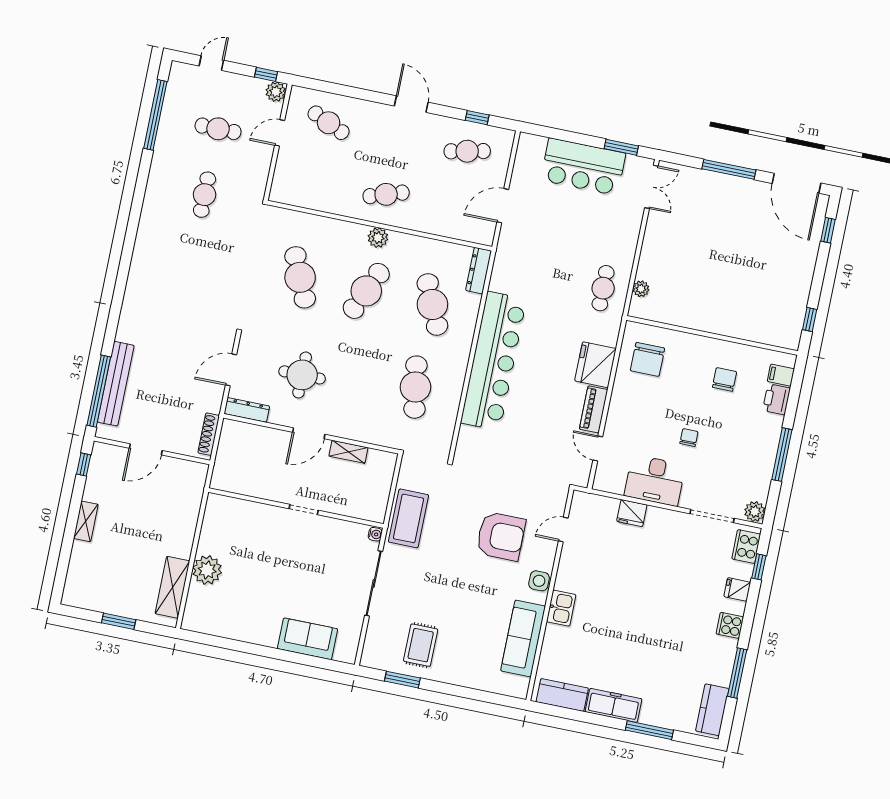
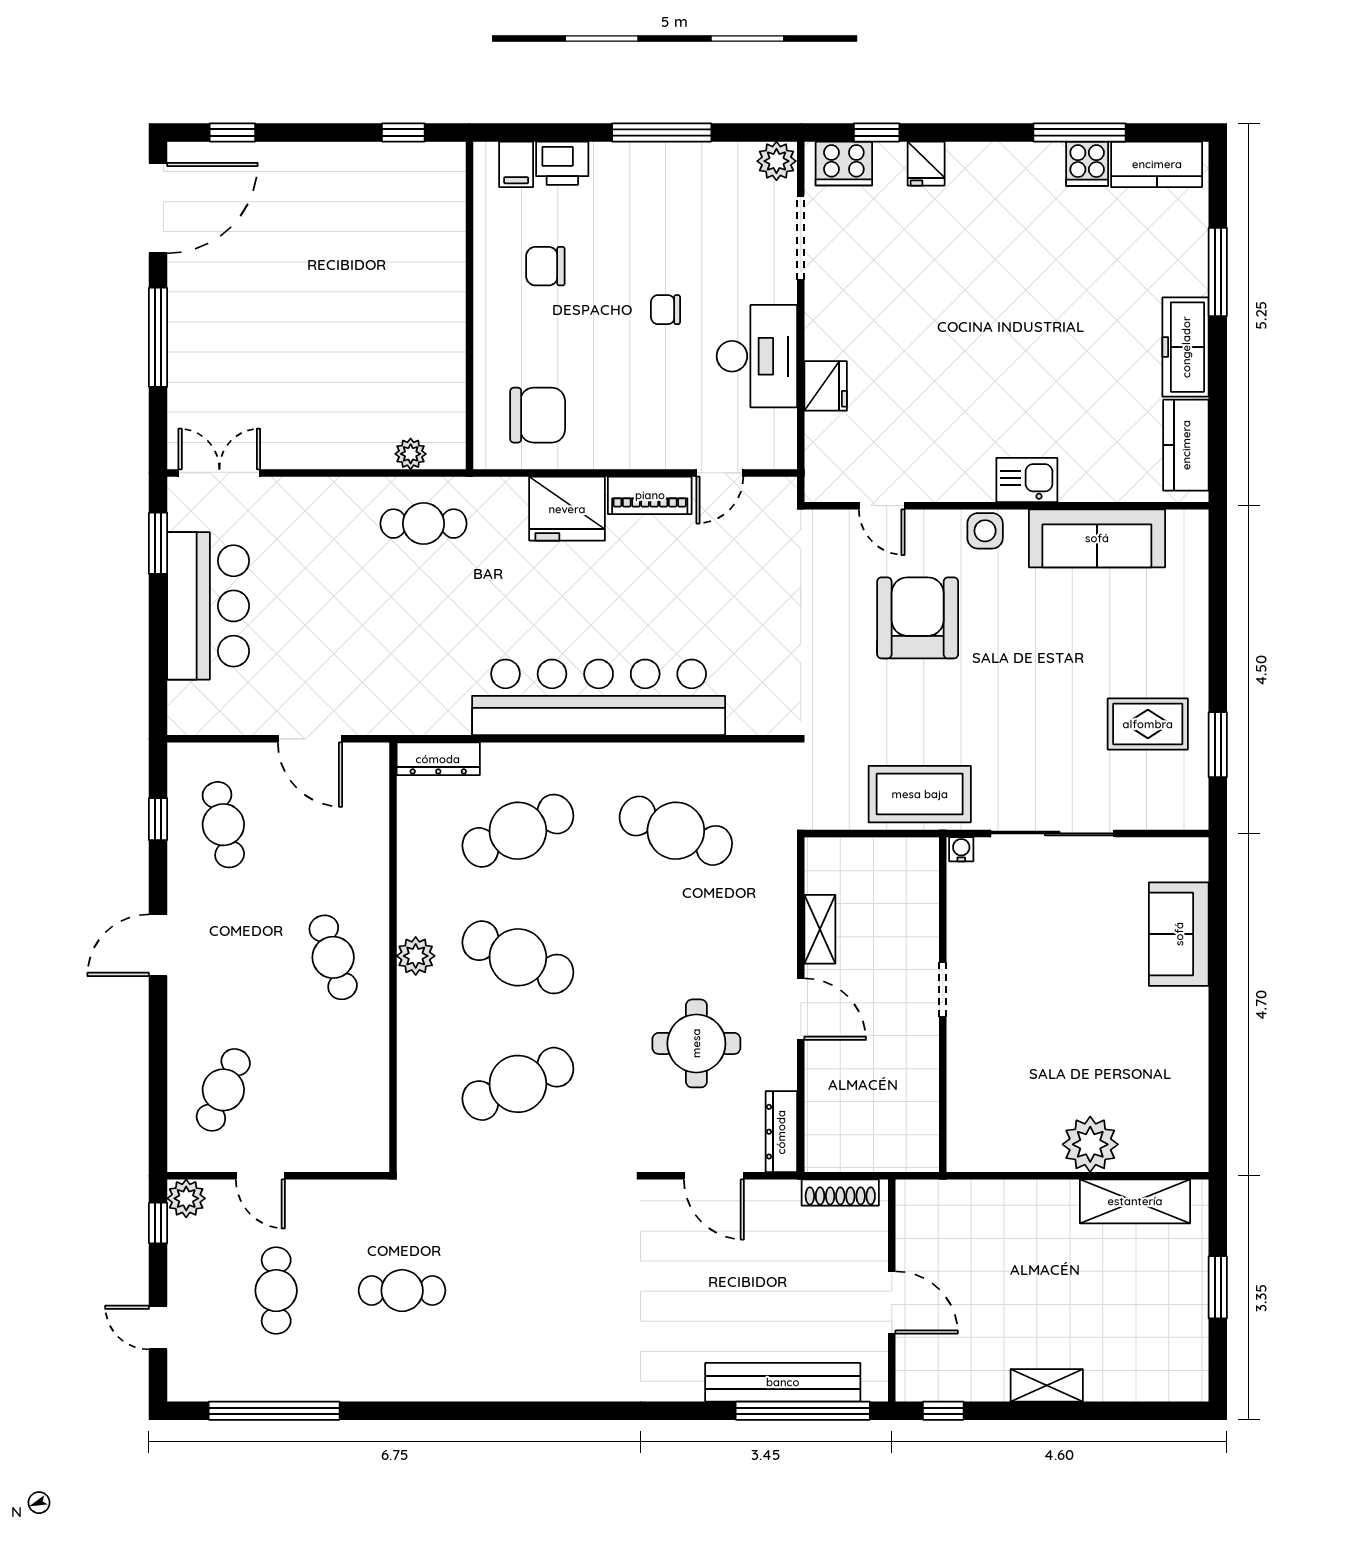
cafe table: (415, 387) -> (676, 831), turned 30
cooker: (730, 625) -> (1087, 164), moved

